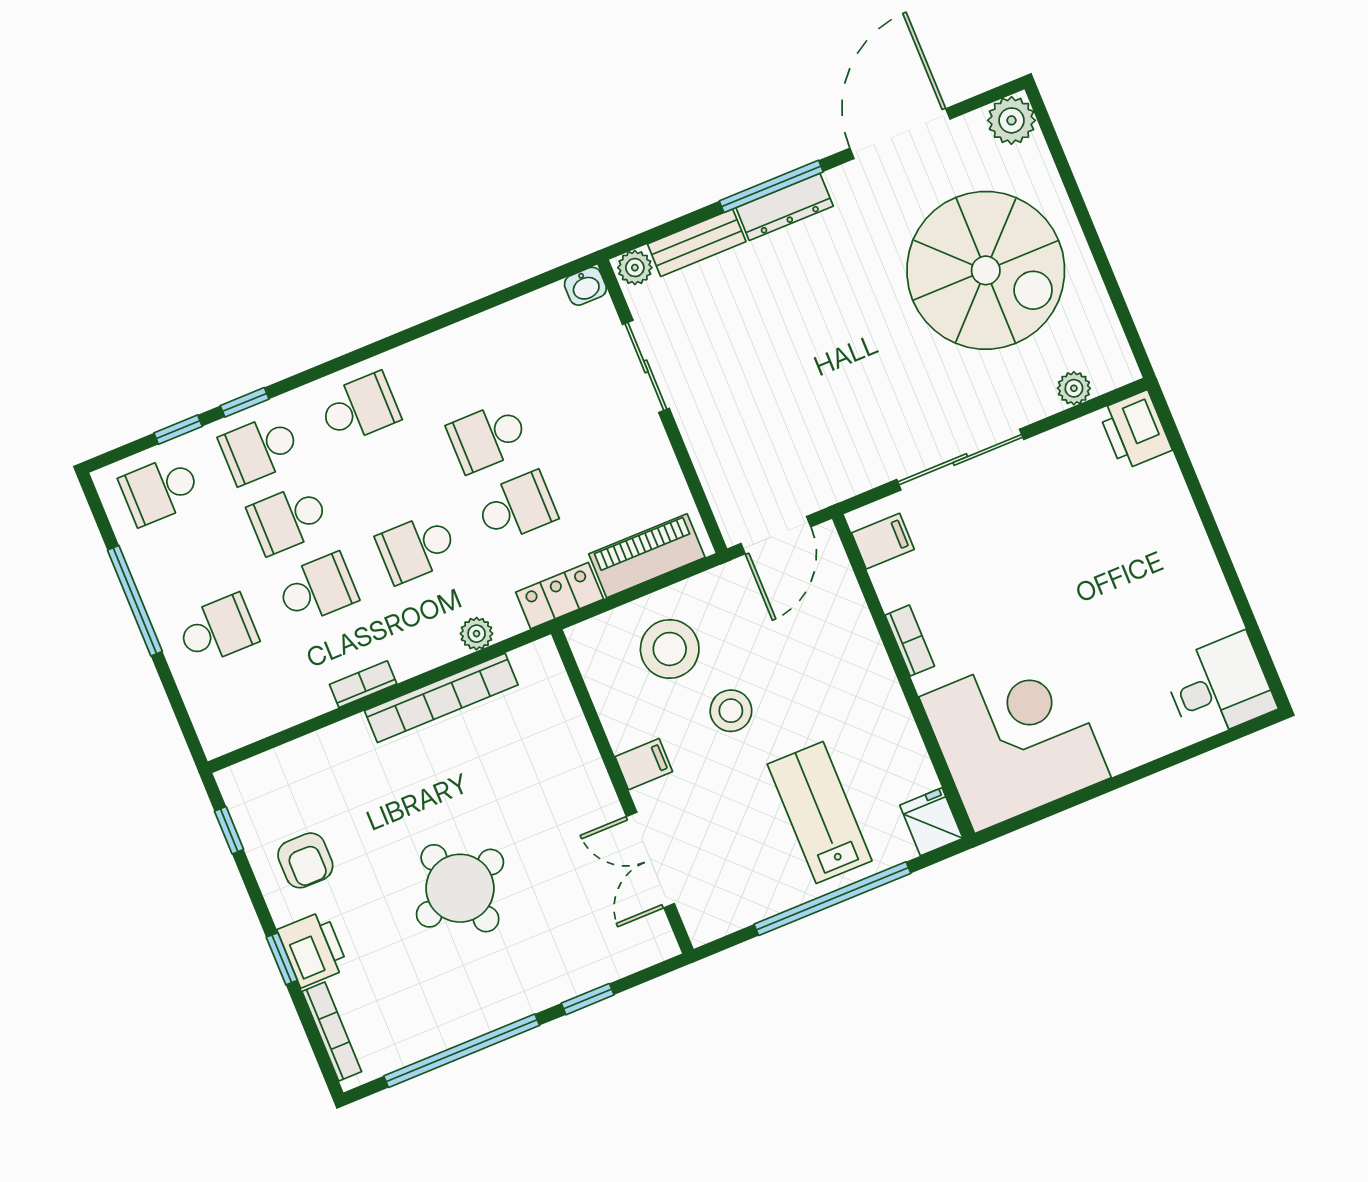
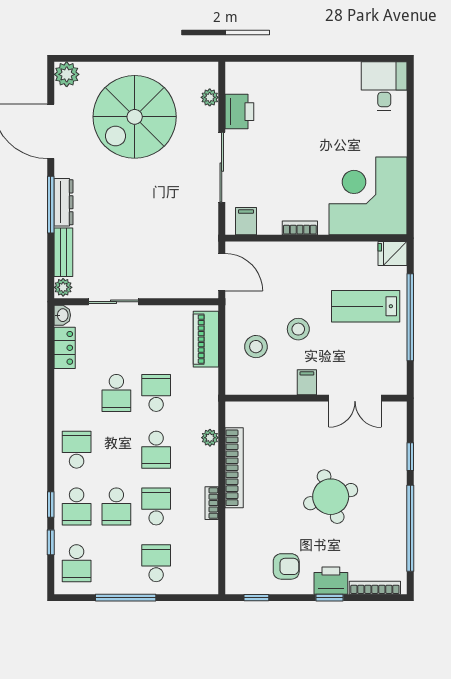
spiral stairs: (986, 270) -> (135, 117), turned 180
printer: (1135, 430) -> (239, 112), moved, turned -90
locker: (560, 596) -> (65, 348), moved, turned 180
stool: (670, 649) -> (256, 347), width x0.73, depth x0.73

